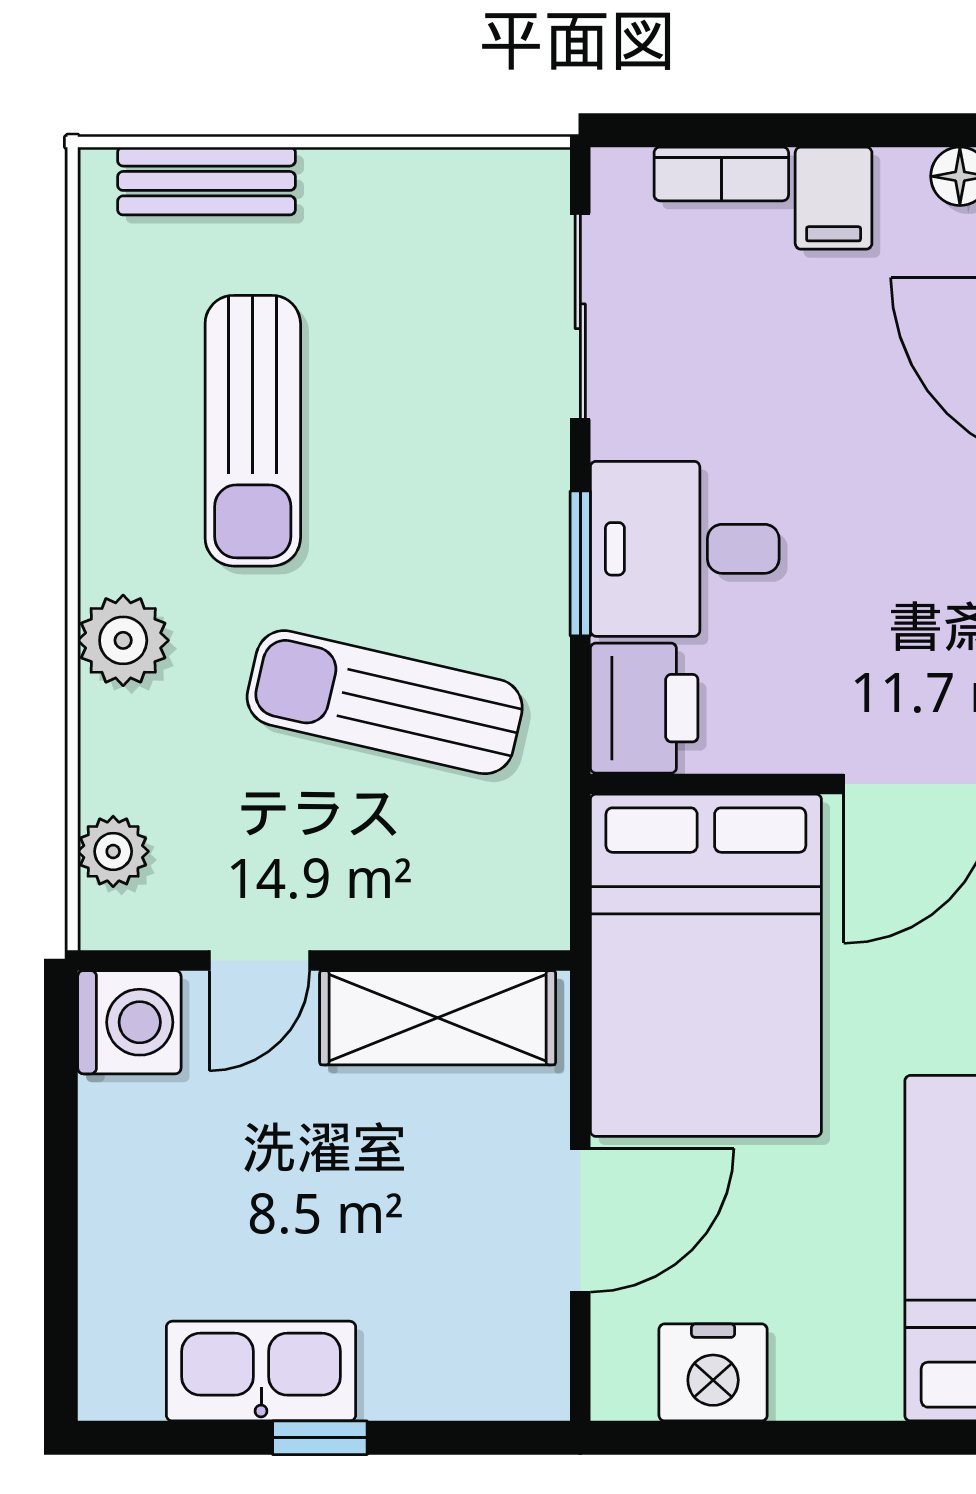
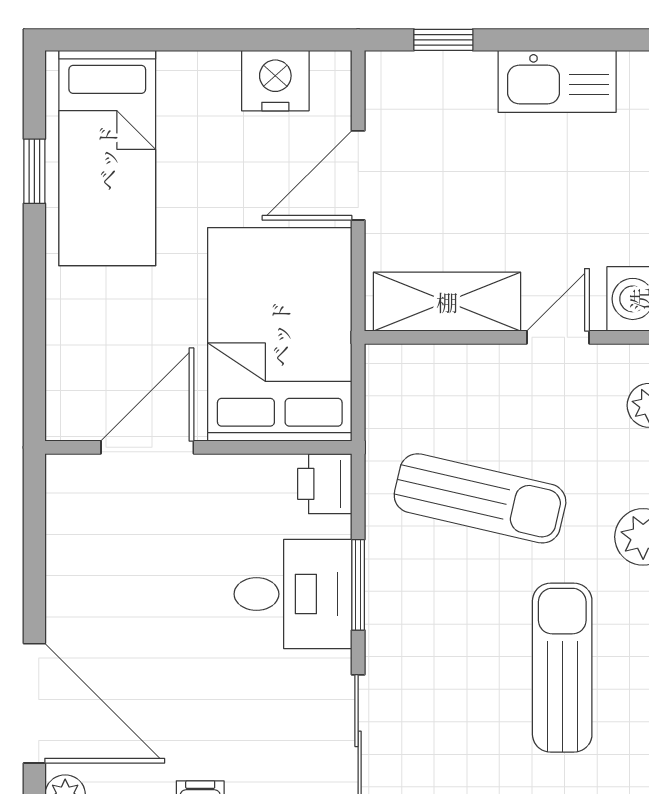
printer: (644, 708) -> (325, 484), width x0.73, depth x0.81
window: (320, 1438) -> (443, 40), moved

